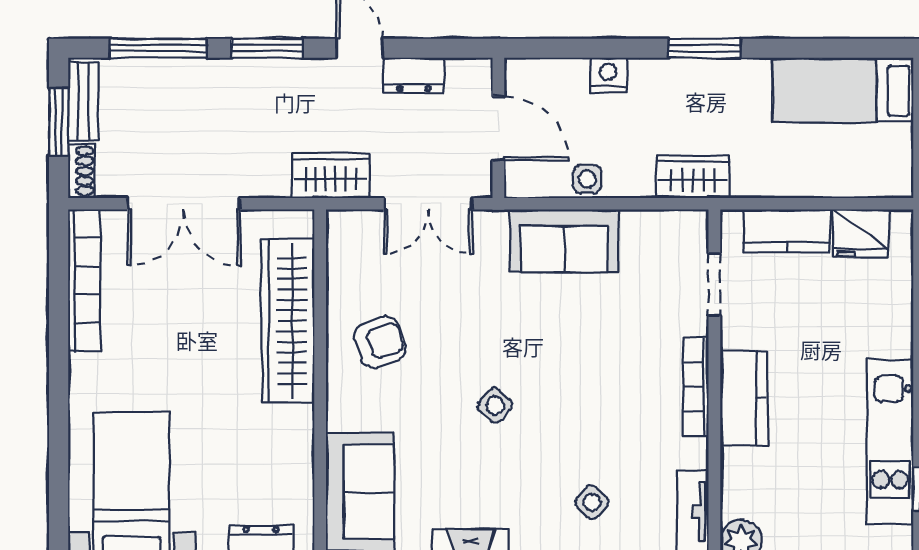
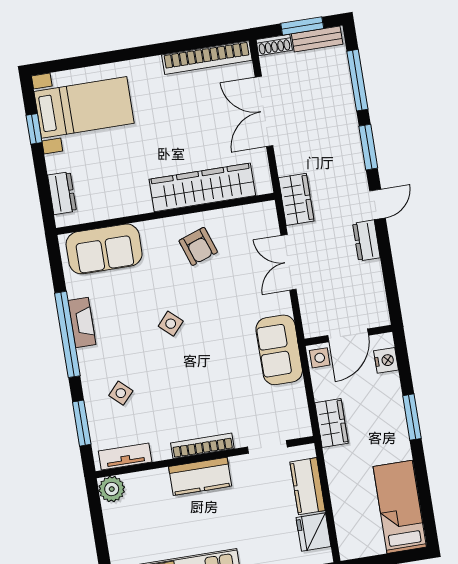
door: (498, 128) -> (348, 335), moved
wall: (498, 128) -> (348, 335), moved

